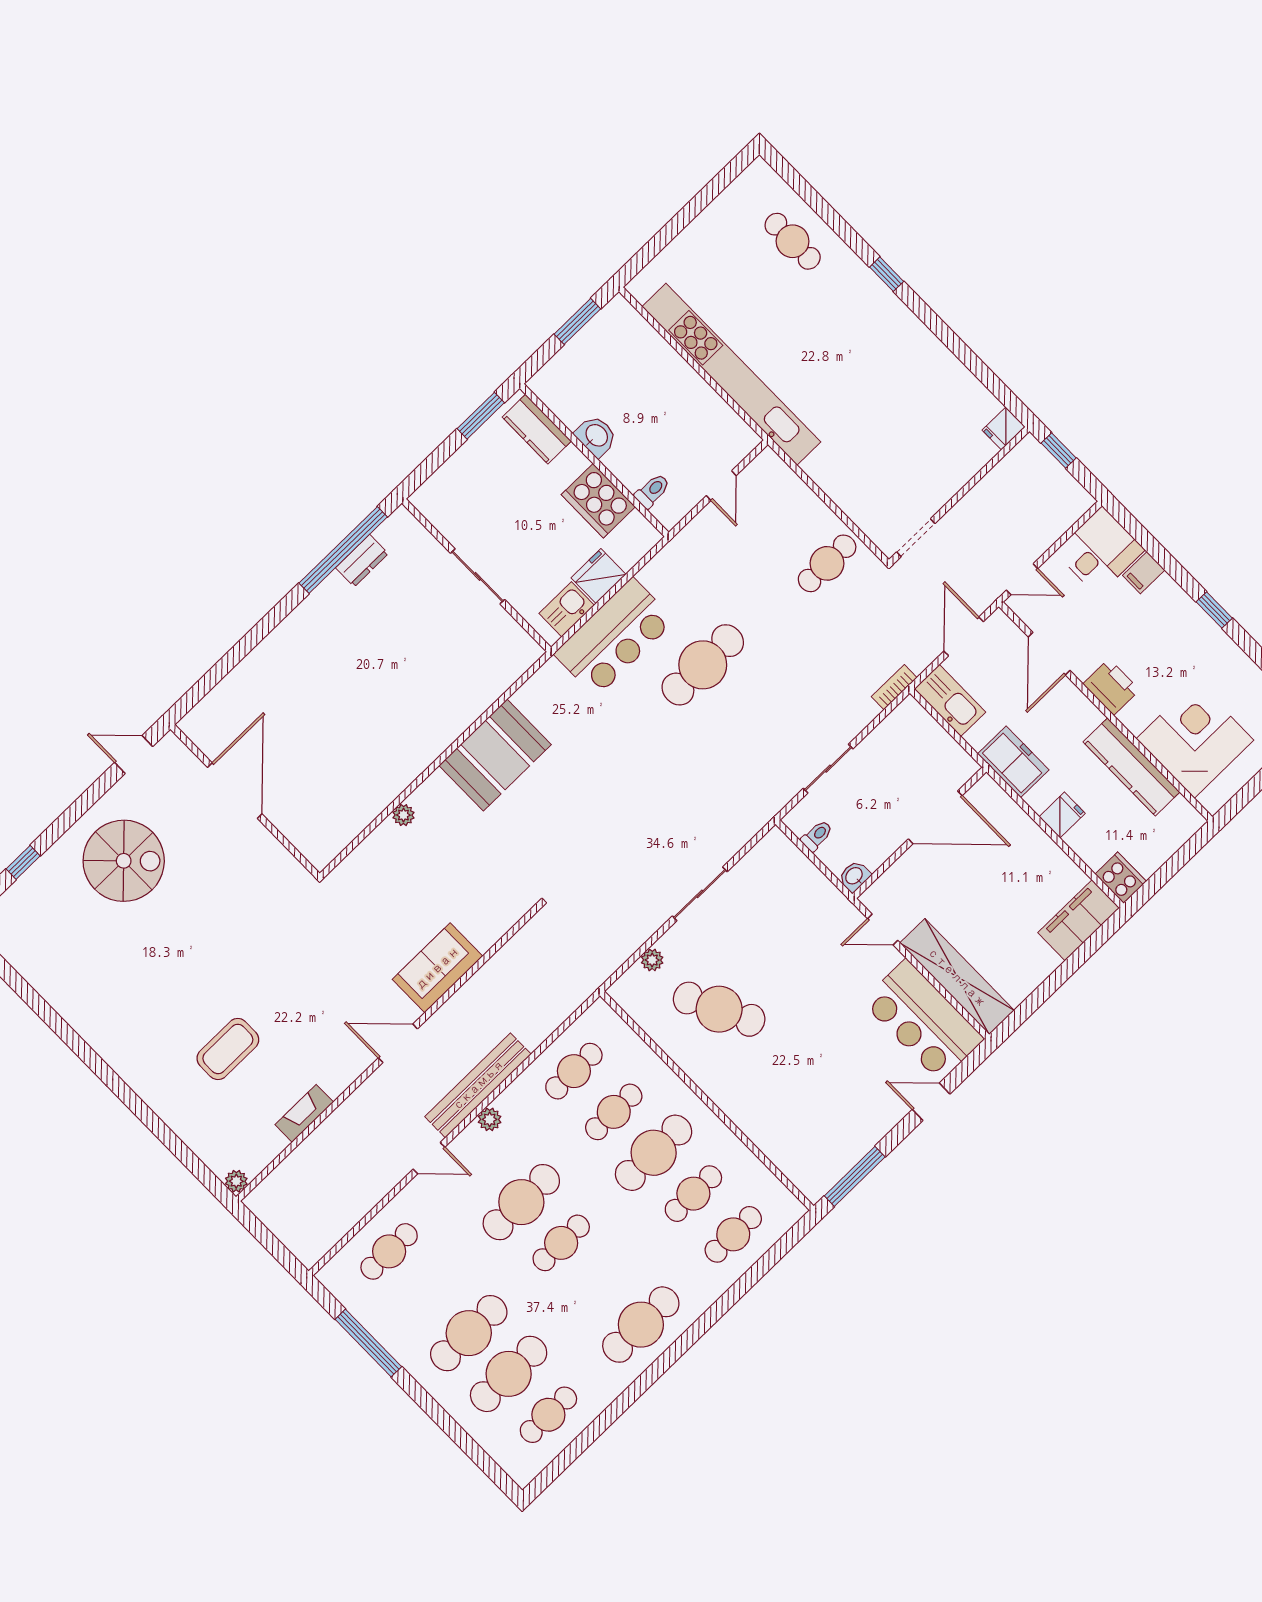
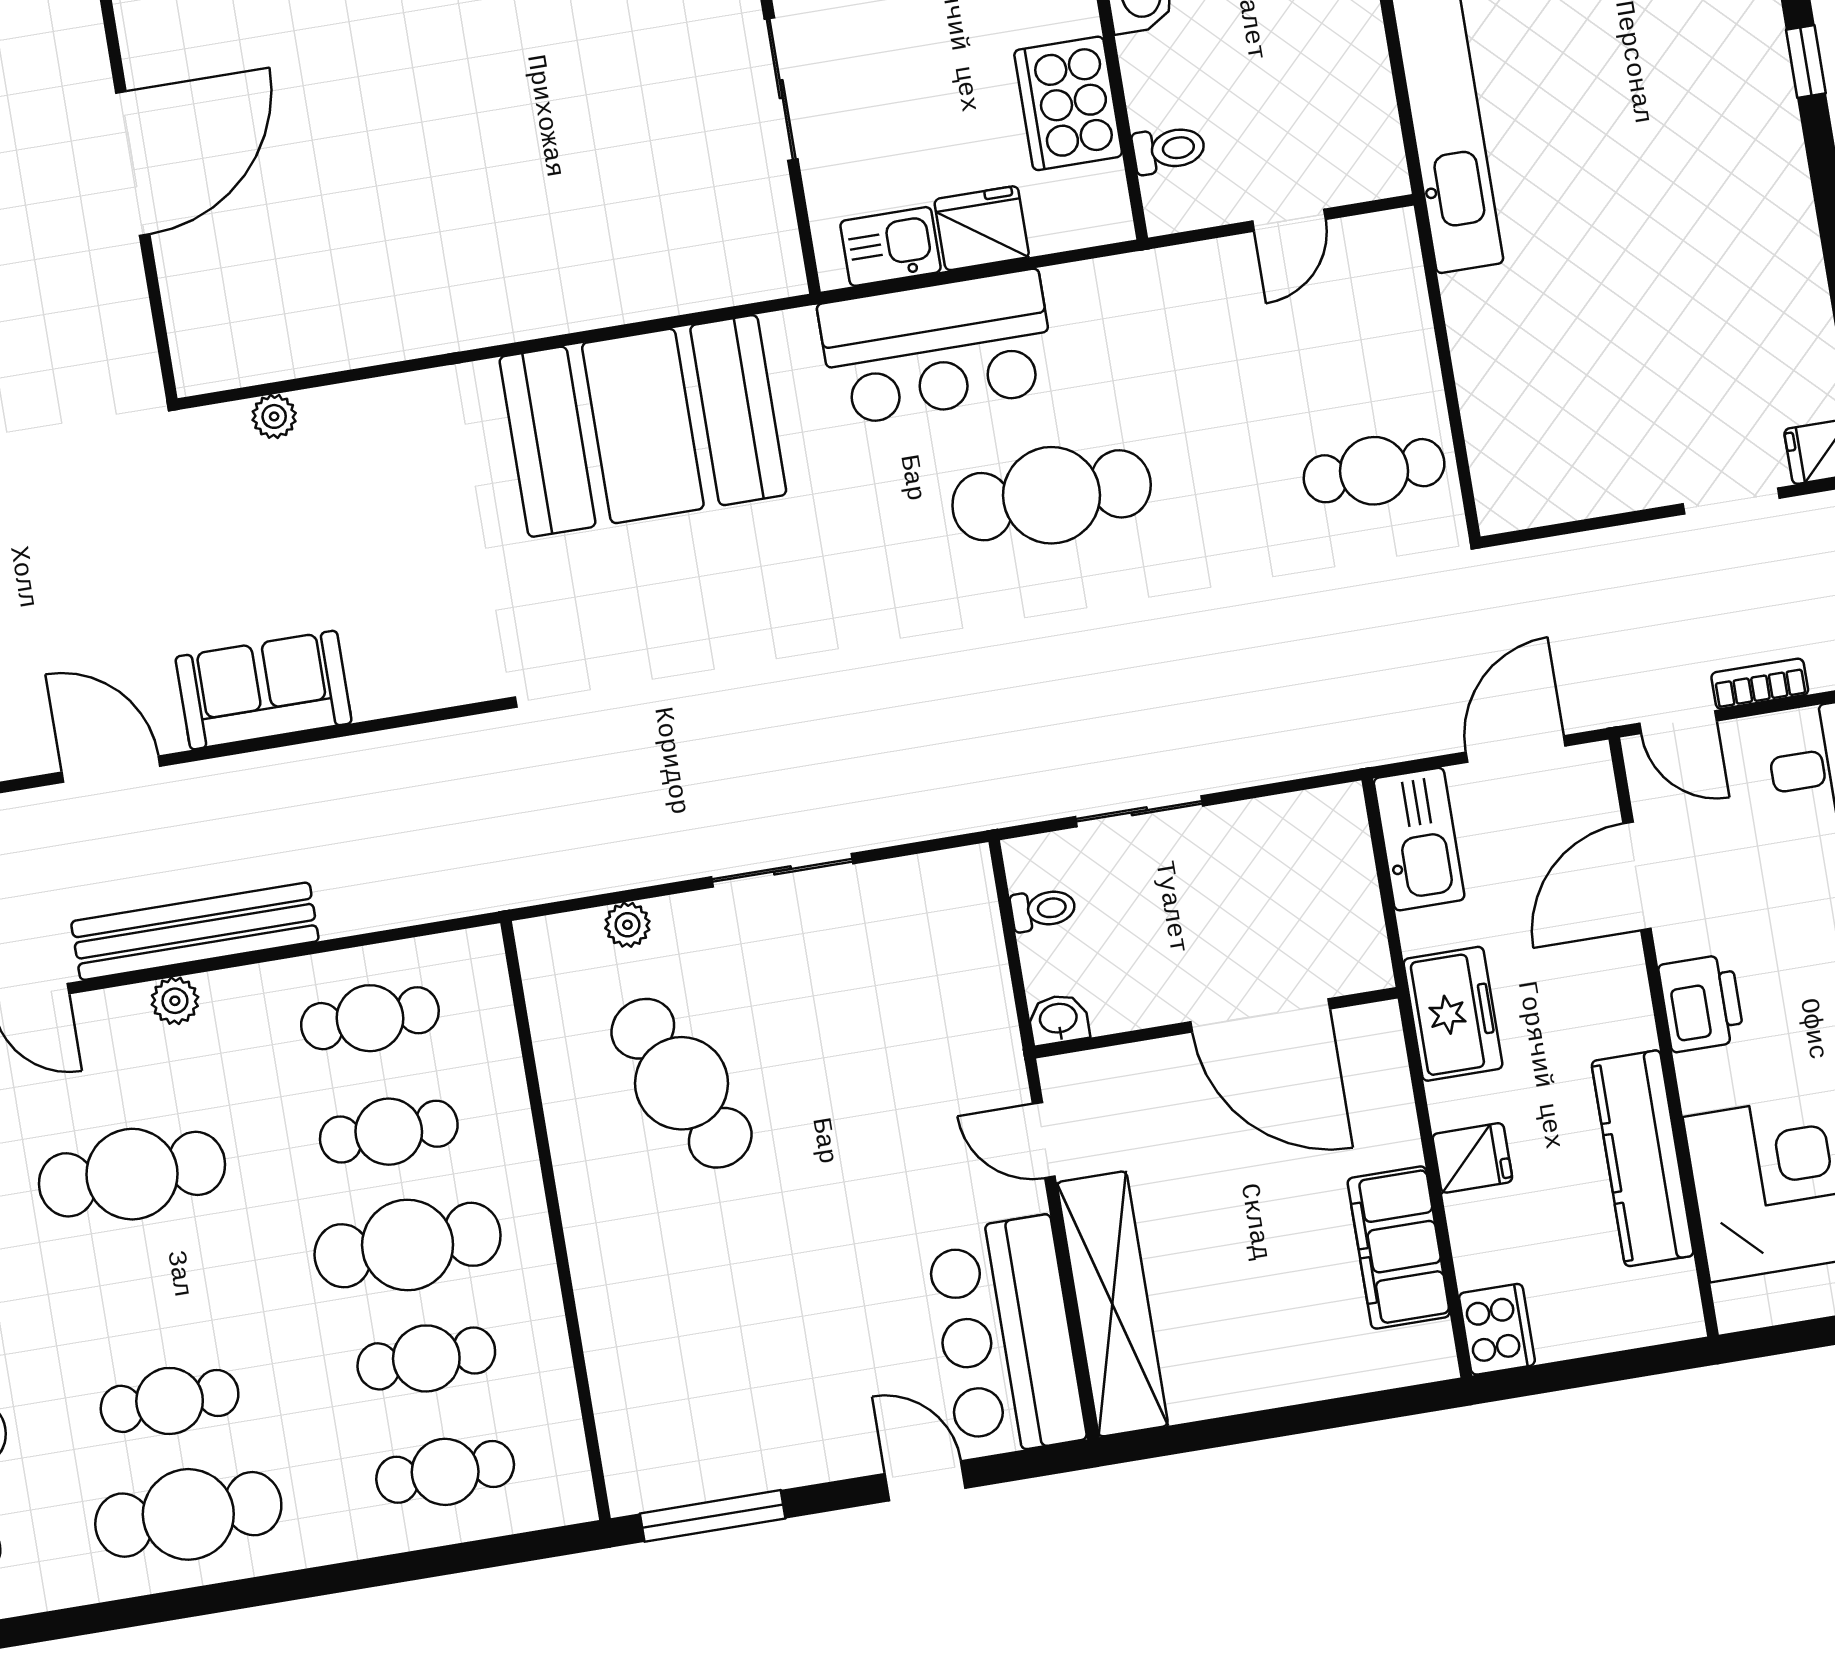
doorway: (916, 538) -> (1731, 501), moved
bookcase: (894, 687) -> (1760, 684), moved
booth: (495, 755) -> (643, 426), width x1.36, depth x1.42
plant: (403, 815) -> (274, 416), moved
filing cabinet: (1079, 920) -> (1399, 1248), moved, turned -90
cafe table: (561, 1243) -> (170, 1401), moved

